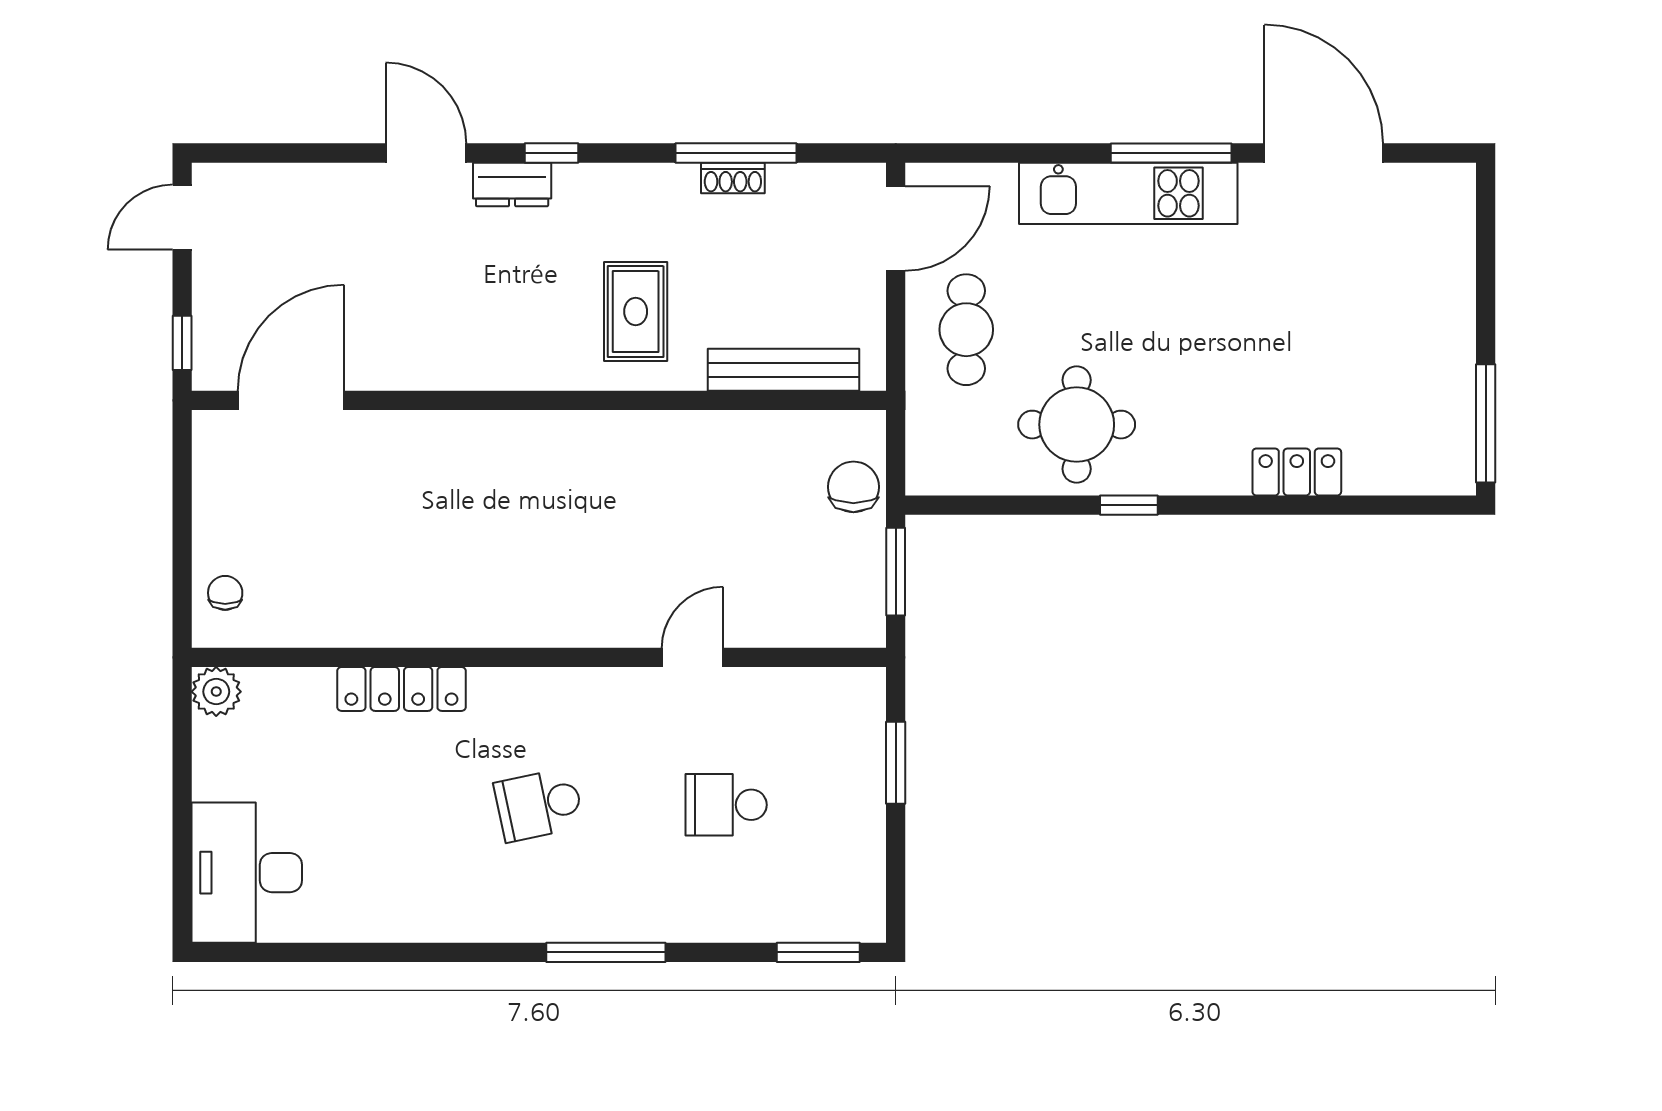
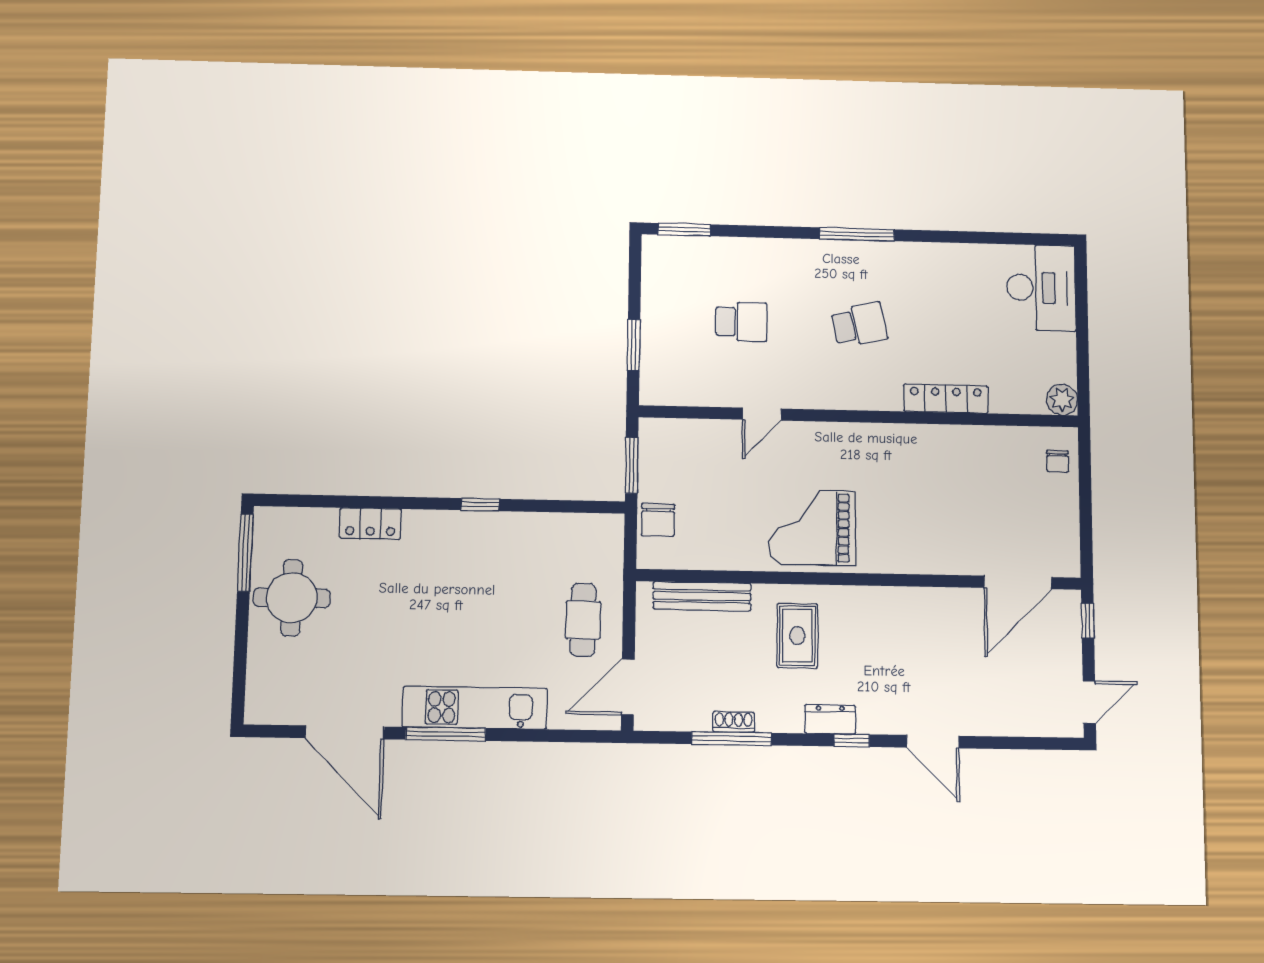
dresser: (512, 185) -> (830, 719), moved
round table: (1077, 425) -> (292, 598), moved
grand piano: (613, 480) -> (812, 527), added
window: (606, 952) -> (857, 234), moved

